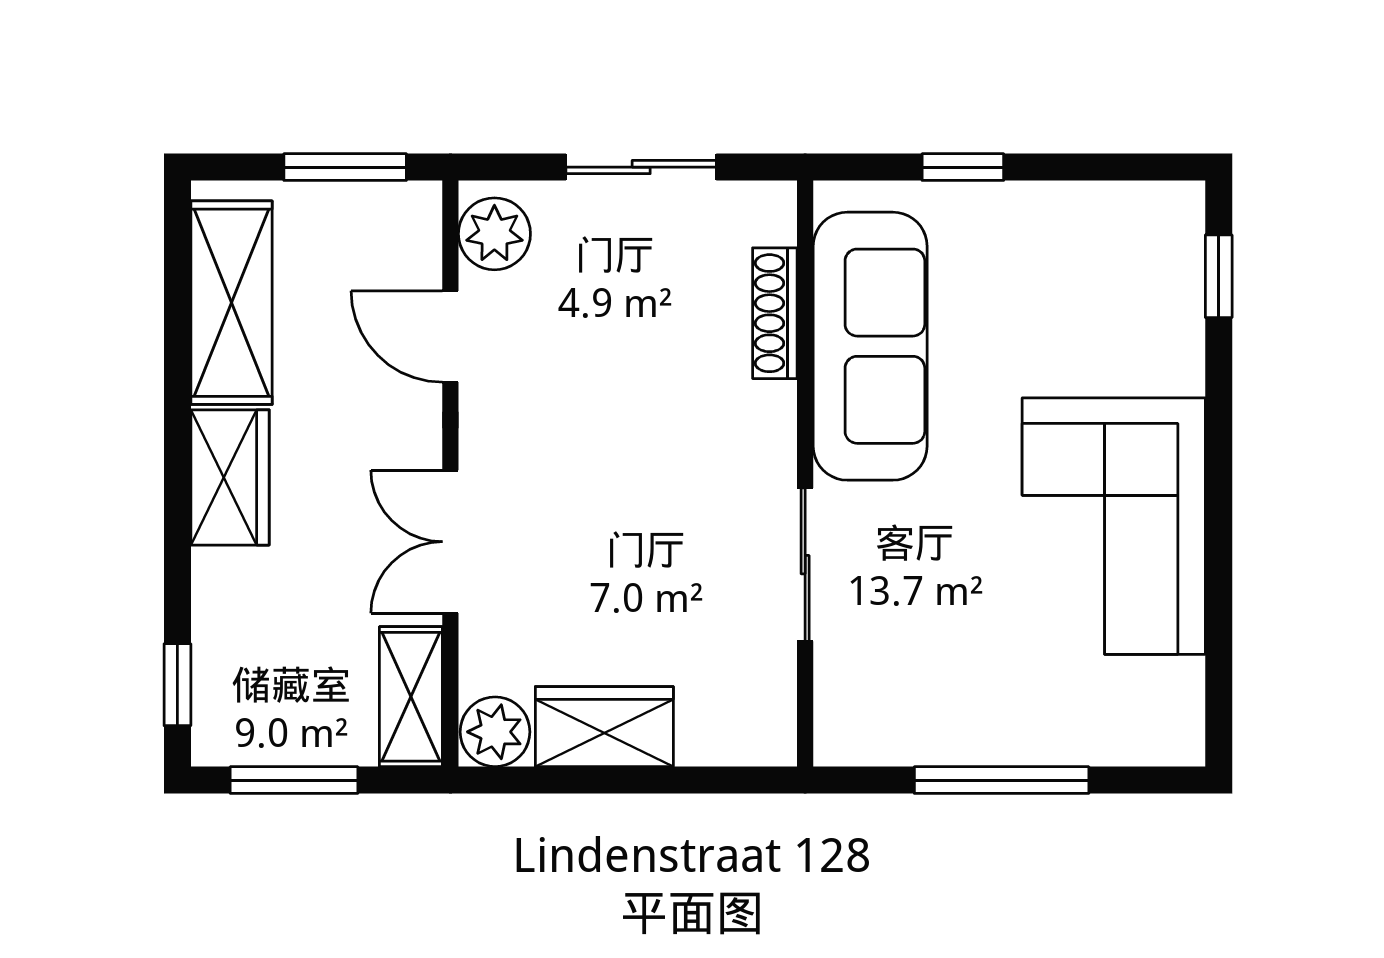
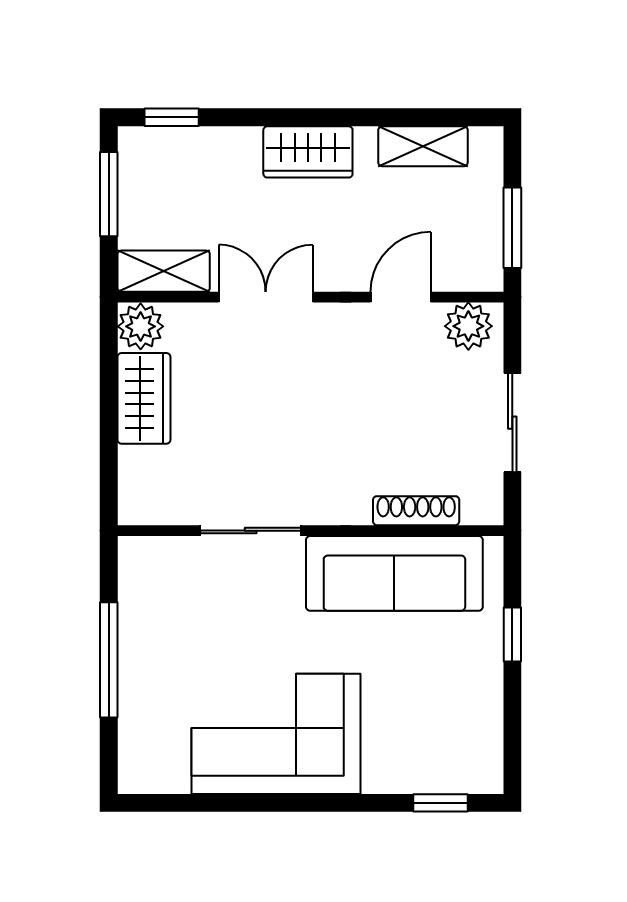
shelving: (231, 303) -> (423, 146), width x0.67, depth x0.75

